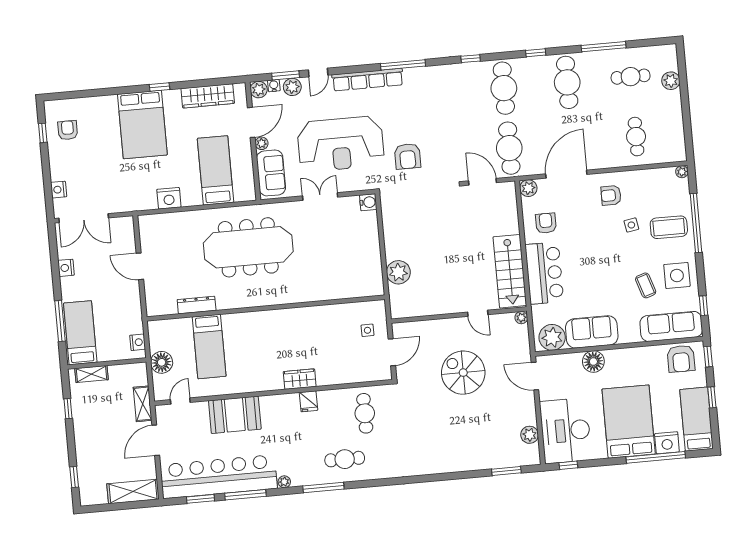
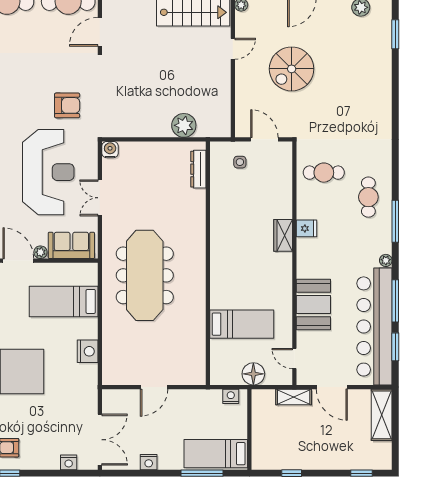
dresser: (197, 305) -> (198, 169), moved
shelving: (91, 374) -> (259, 446), removed

